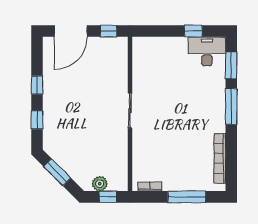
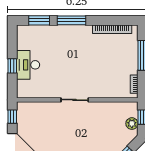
window: (193, 31) -> (12, 66), moved
desk: (207, 51) -> (28, 65), moved

